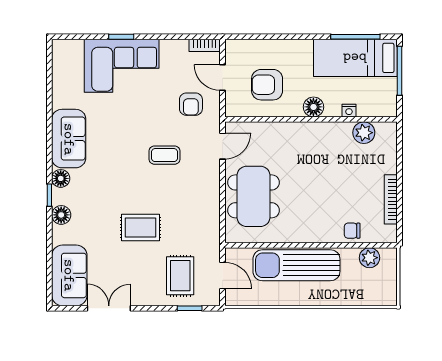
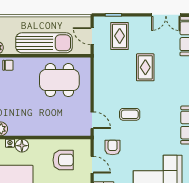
floor lamp: (313, 107) -> (22, 146), moved
door: (222, 146) -> (92, 120), swing flipped
dining table: (253, 196) -> (59, 80), moved, turned 90
rug: (141, 227) -> (145, 67), turned 90

